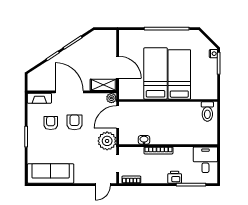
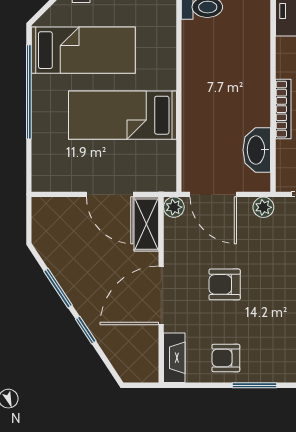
door: (118, 67) -> (110, 194), swing flipped
bed: (179, 74) -> (83, 50), moved, turned 180
armchair: (51, 123) -> (226, 358), moved
washbasin: (144, 140) -> (257, 150), width x1.91, depth x1.45
plant: (107, 141) -> (263, 207), width x0.53, depth x0.53

